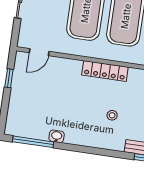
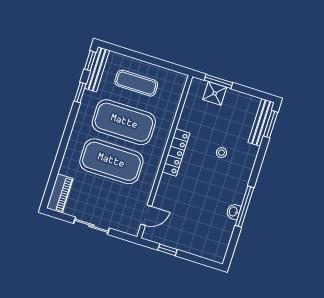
door: (39, 52) -> (146, 215), hinge flipped
window: (33, 142) -> (244, 207), moved

